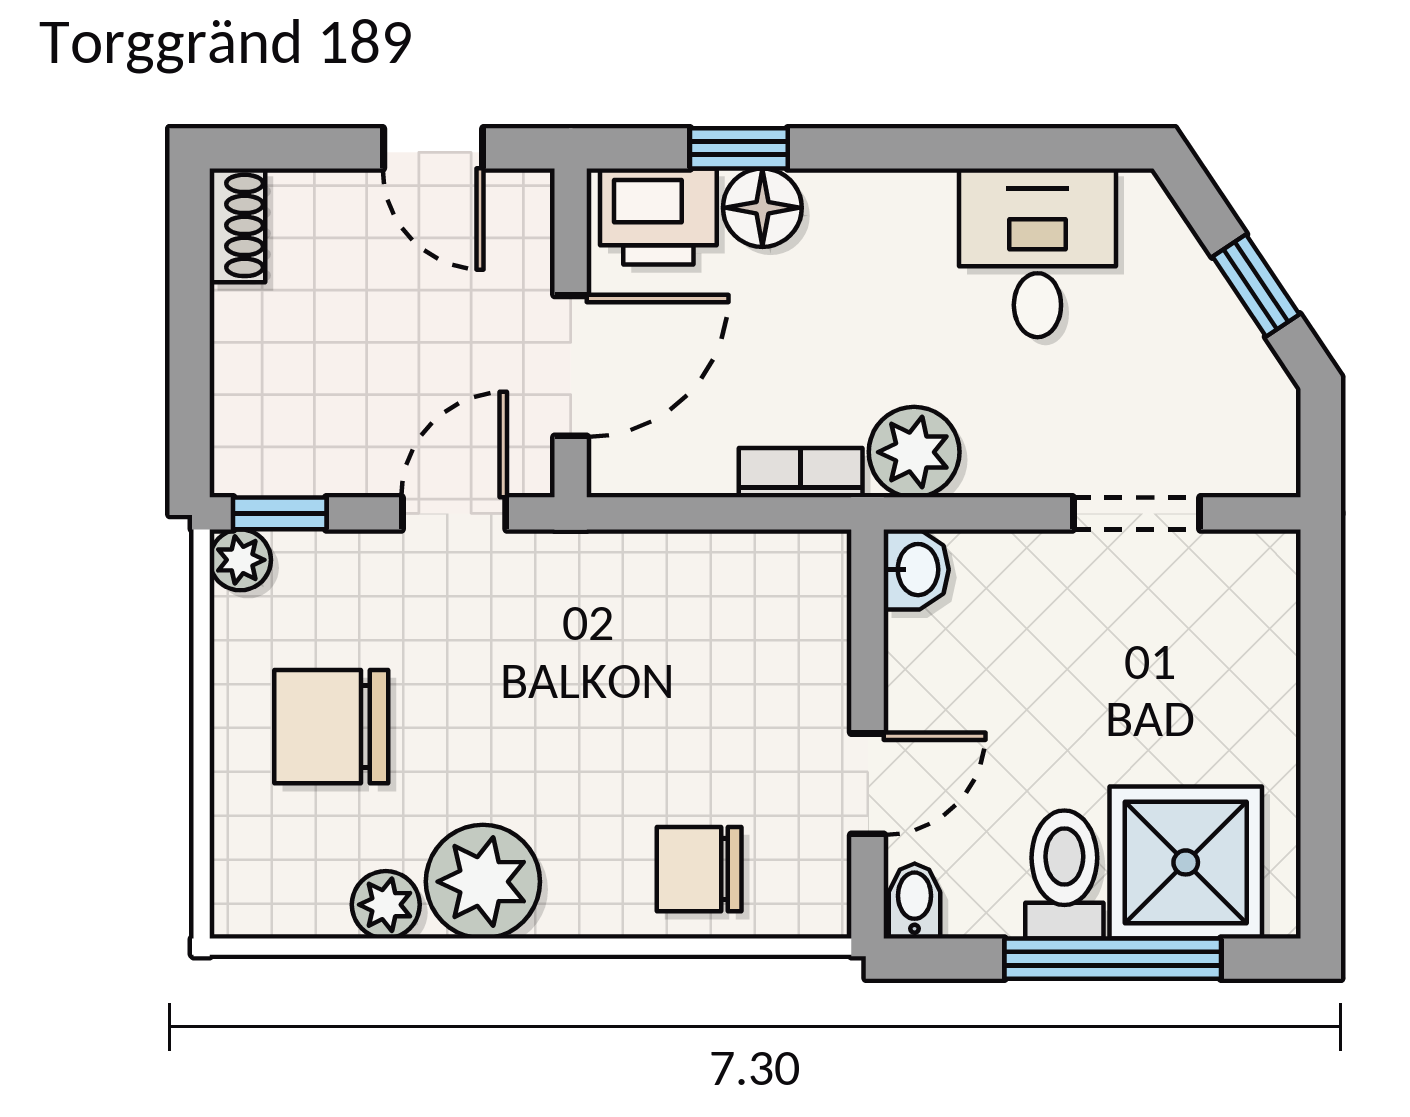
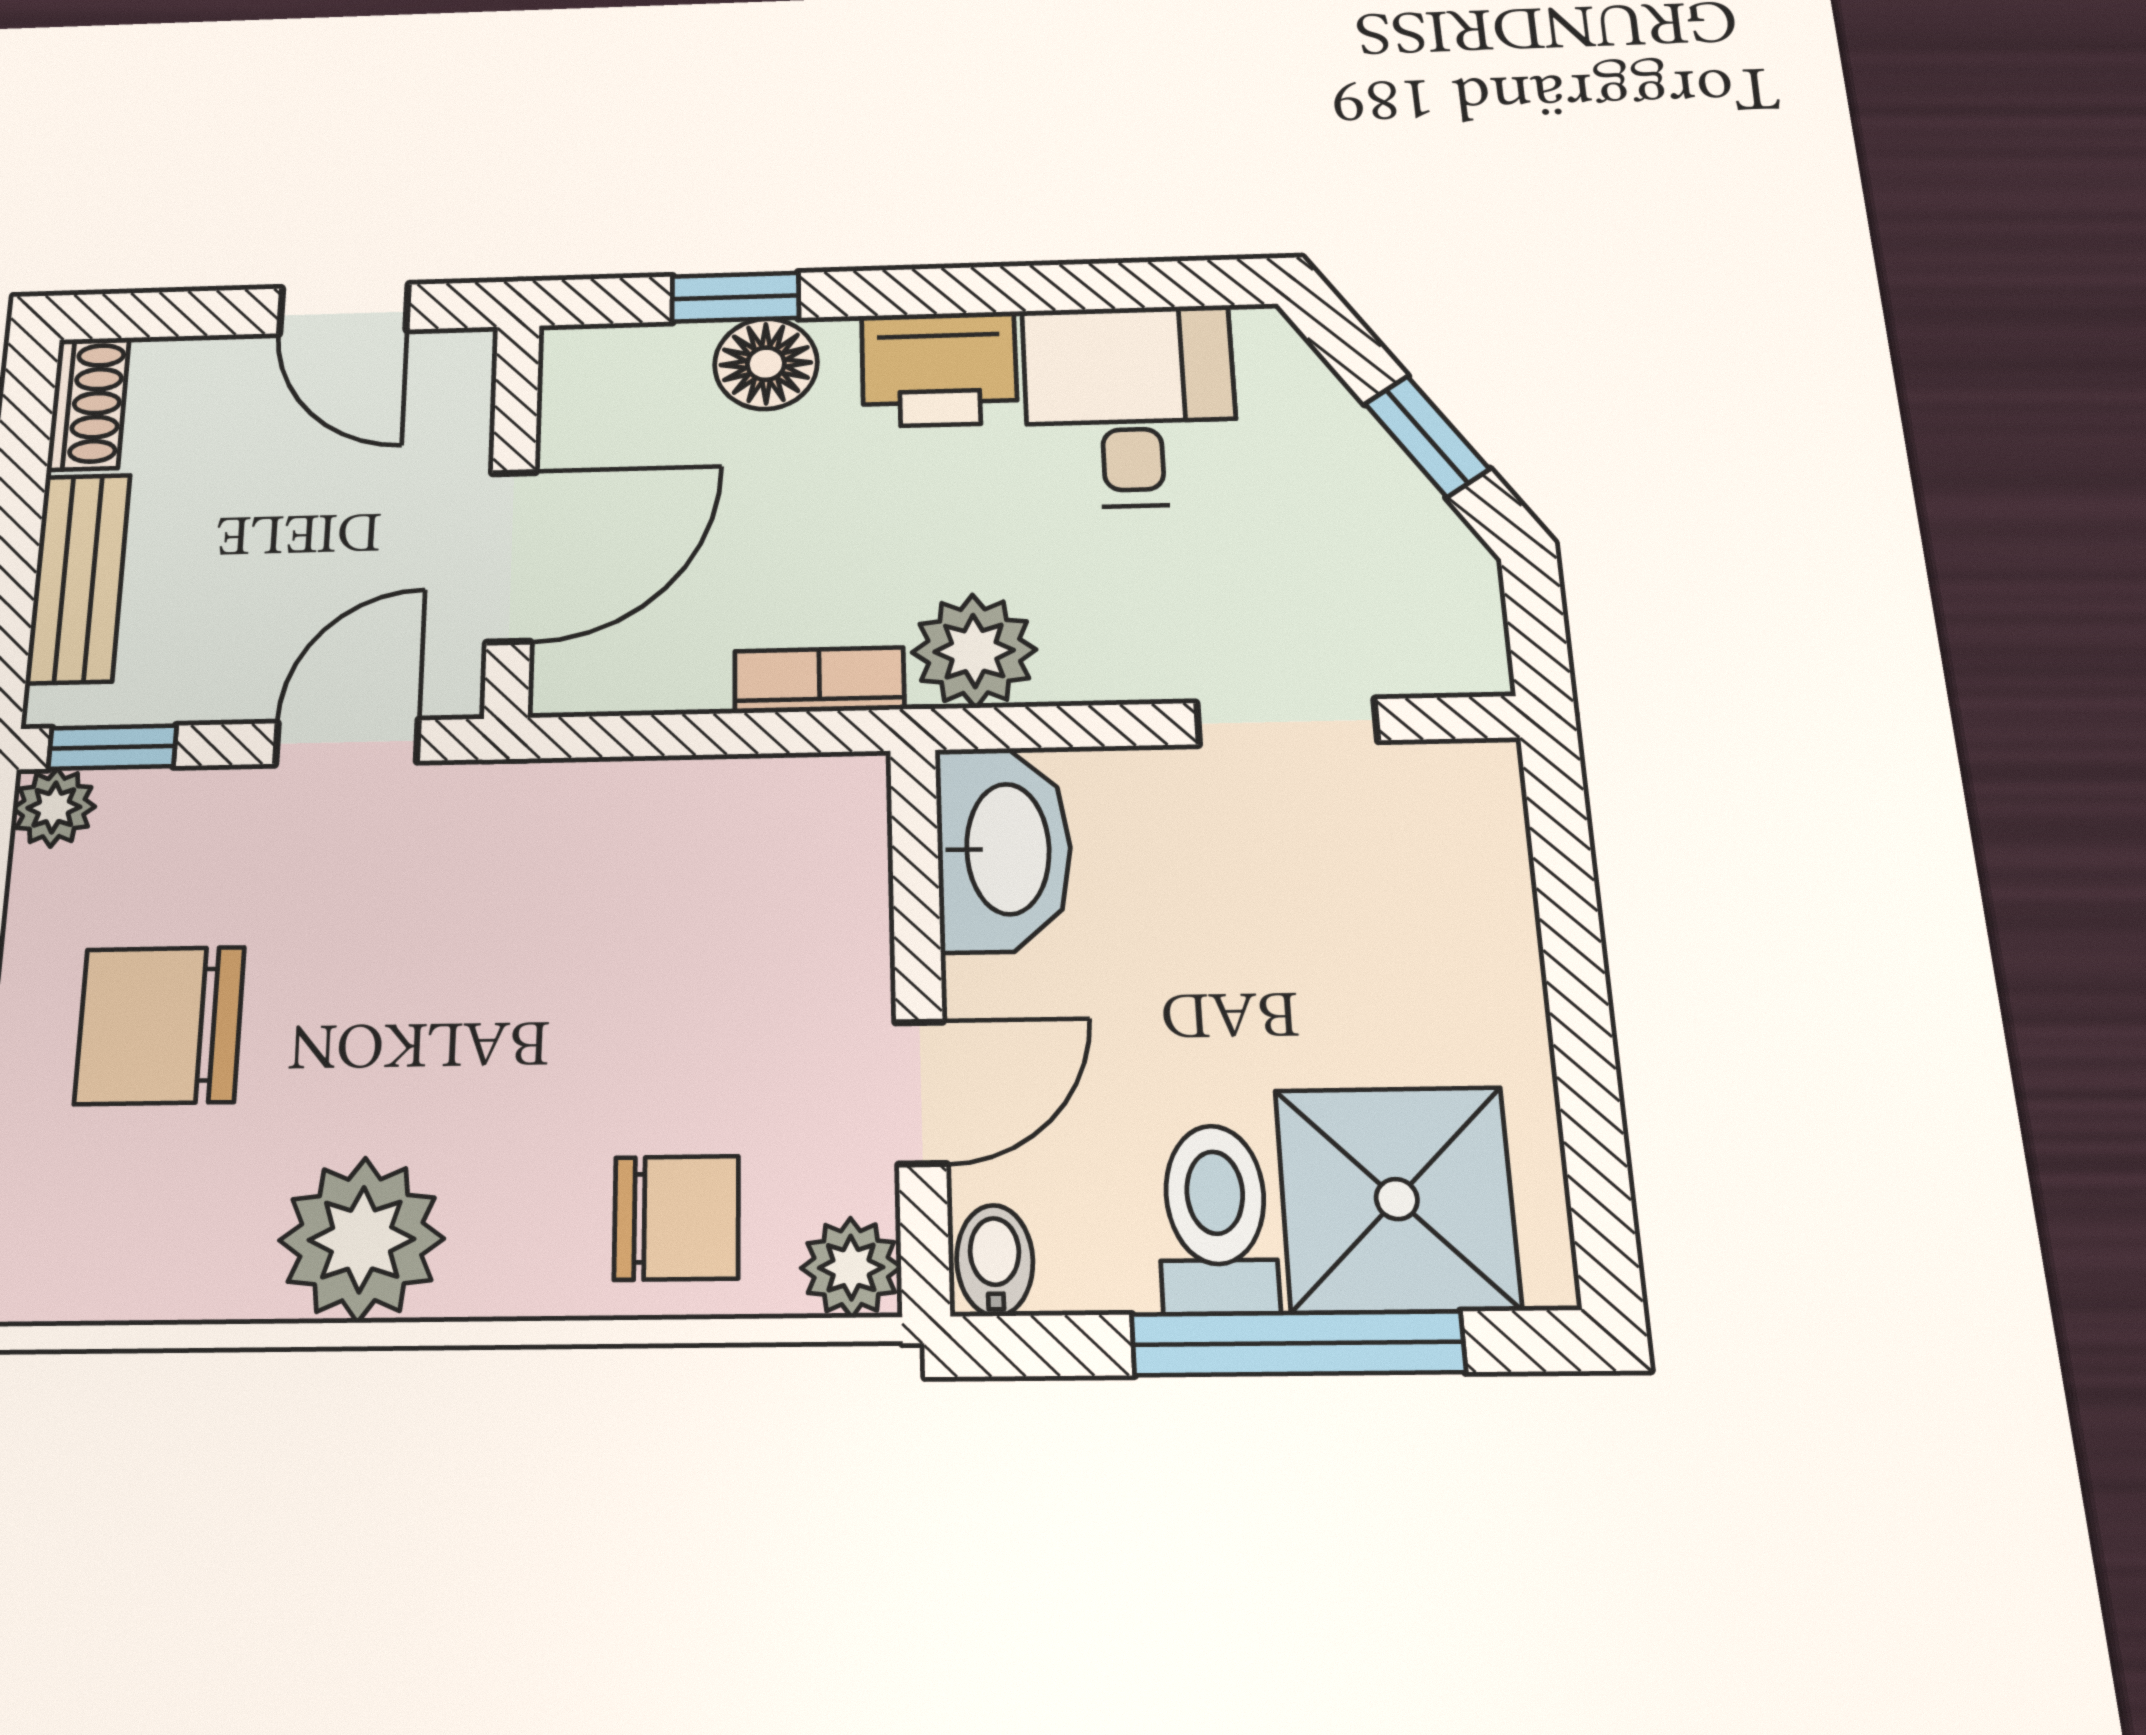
printer: (658, 217) -> (939, 369), moved
bench: (243, 375) -> (78, 578), added
washbasin: (916, 570) -> (1004, 849), width x1.91, depth x1.45
chair: (699, 869) -> (676, 1218), turned 180
plant: (386, 905) -> (851, 1268), moved

